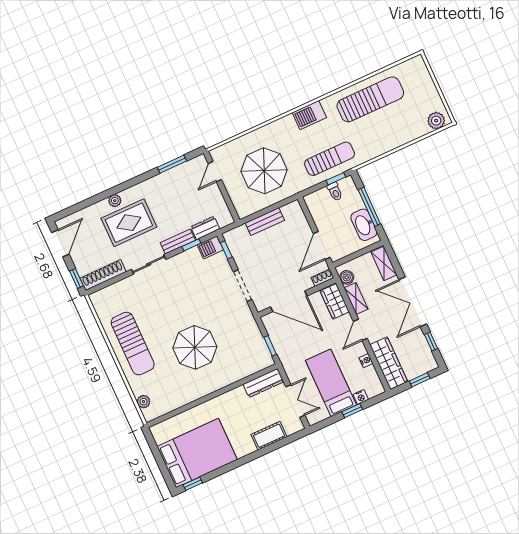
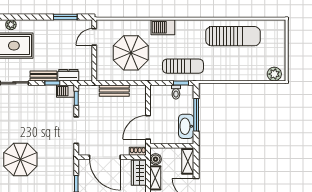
barbecue: (309, 115) -> (163, 27), moved

